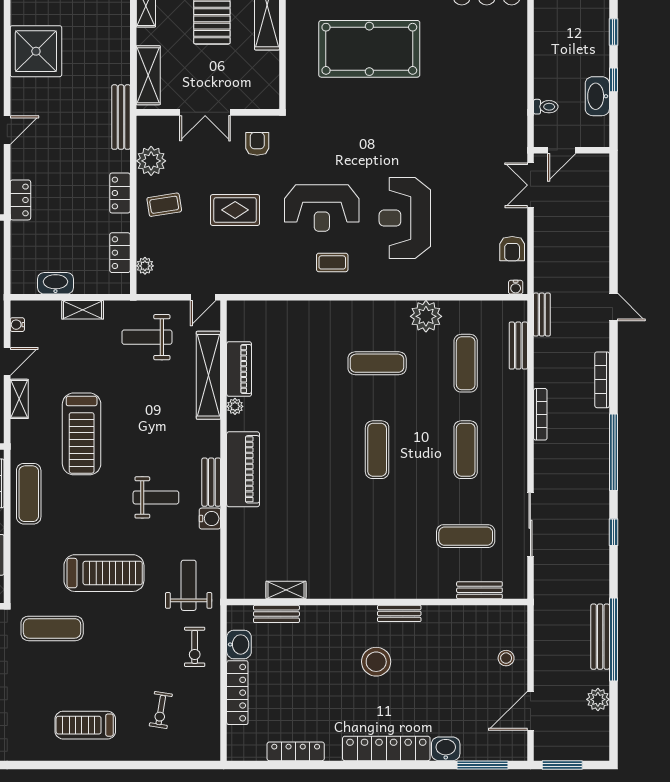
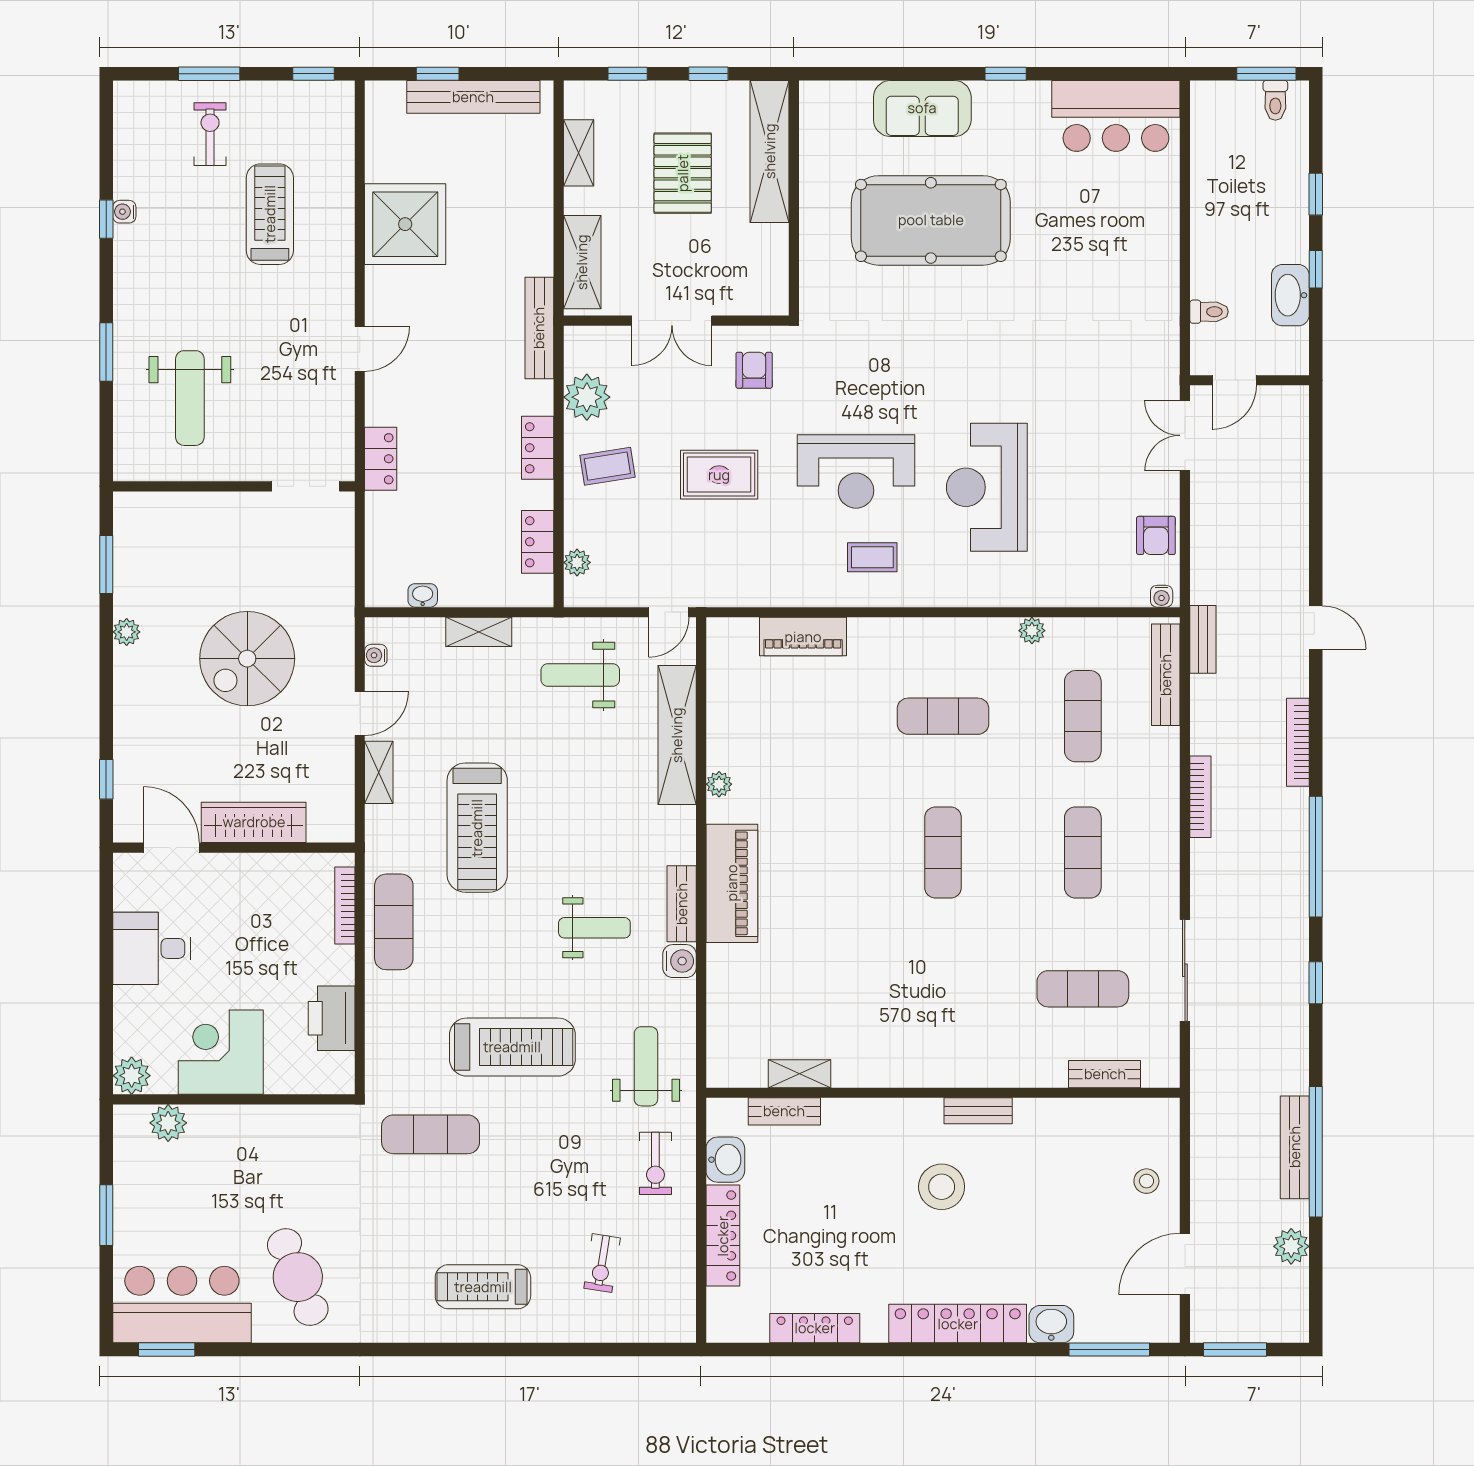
washbasin: (55, 283) -> (423, 595), width x0.52, depth x0.69
plant: (426, 316) -> (1032, 631), width x0.53, depth x0.53
bench: (518, 346) -> (1166, 675), width x1.36
piano: (239, 369) -> (803, 637), moved, turned 90

